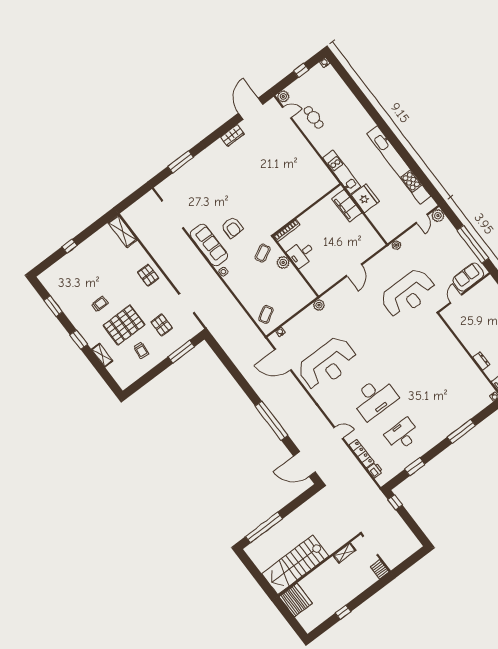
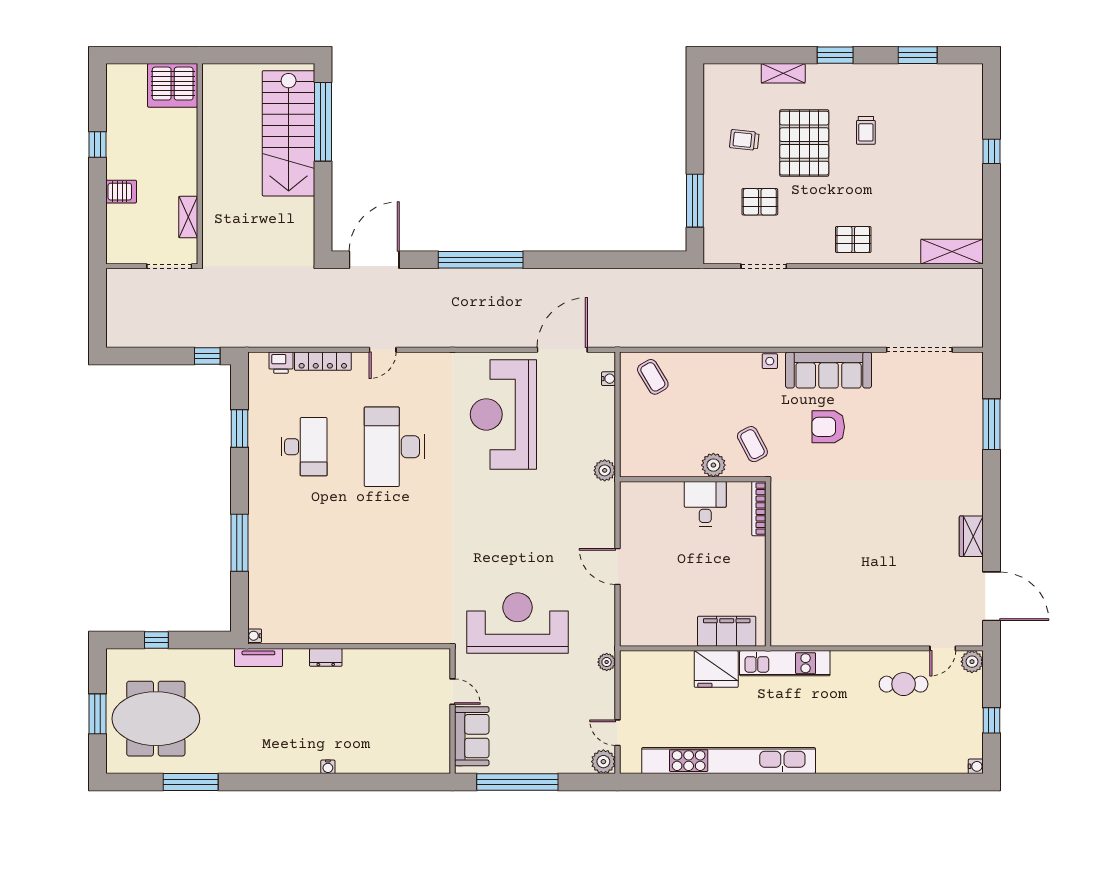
reception desk: (408, 293) -> (517, 623), turned 90
stairs: (295, 565) -> (289, 133), moved, turned 180
server rack: (380, 569) -> (121, 192), moved

